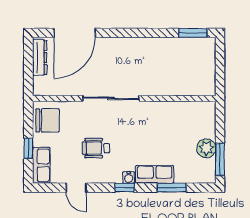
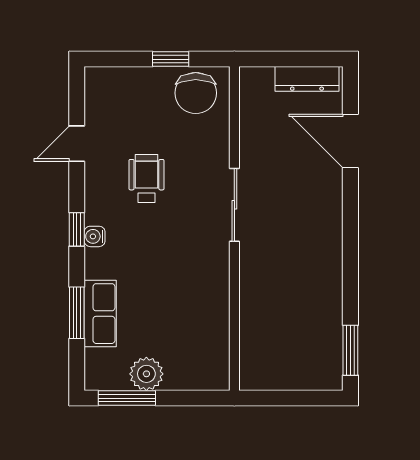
door: (75, 33) -> (350, 141), width x0.73
sliding door: (111, 98) -> (234, 205), width x0.73
window: (28, 148) -> (171, 59), moved
row of seats: (41, 165) -> (116, 82), removed
row of seats: (155, 174) -> (100, 314), moved

